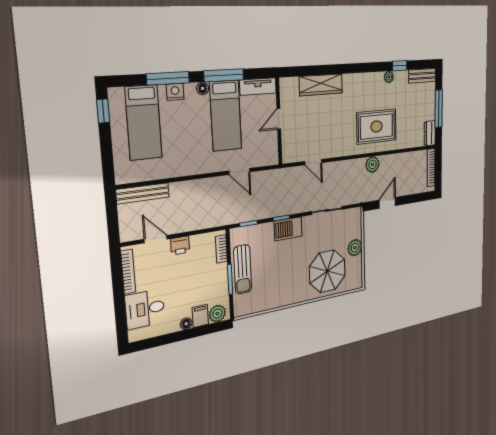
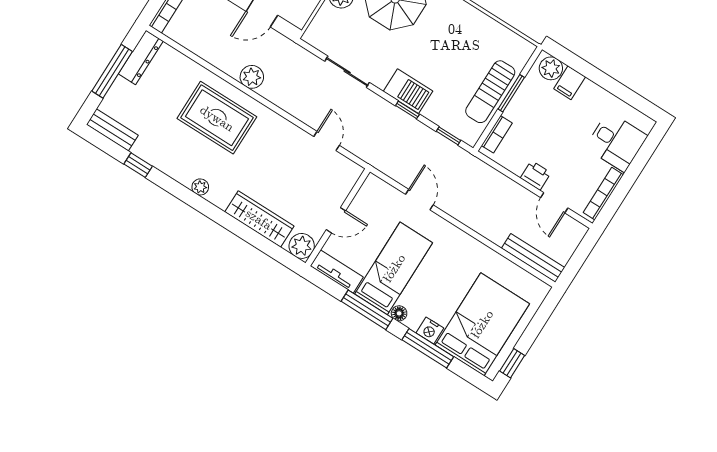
plant: (389, 77) -> (200, 187), moved
plant: (288, 87) -> (302, 246), added
bed: (144, 123) -> (482, 324), width x1.50
dresser: (430, 133) -> (141, 57), width x1.44
sun lounger: (243, 269) -> (490, 92), turned 180
floor lamp: (186, 324) -> (589, 88), removed

